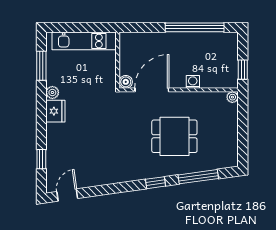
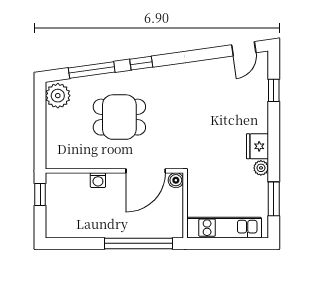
window: (195, 27) -> (139, 243), moved
plant: (232, 97) -> (58, 96), moved, width x1.88, depth x1.88

